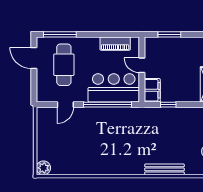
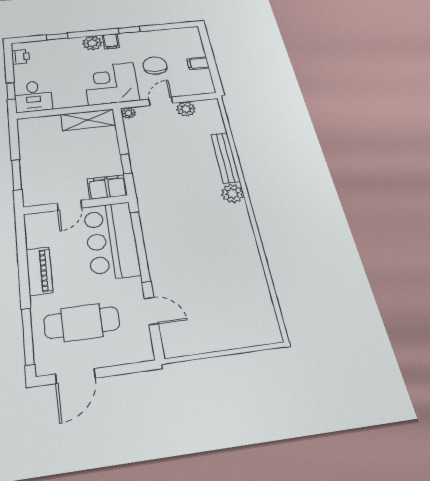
piano: (115, 44) -> (39, 271), moved
plant: (43, 168) -> (232, 194), moved

